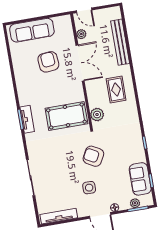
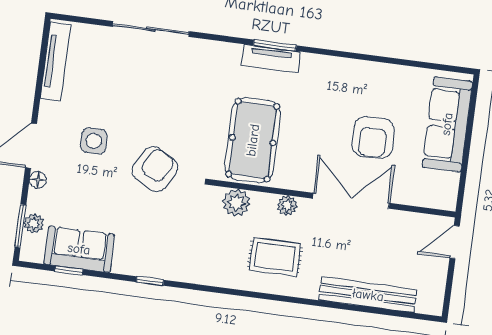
plant: (81, 34) -> (287, 205), moved
armchair: (48, 62) -> (373, 138), turned 95
double door: (80, 63) -> (351, 201), swing flipped

